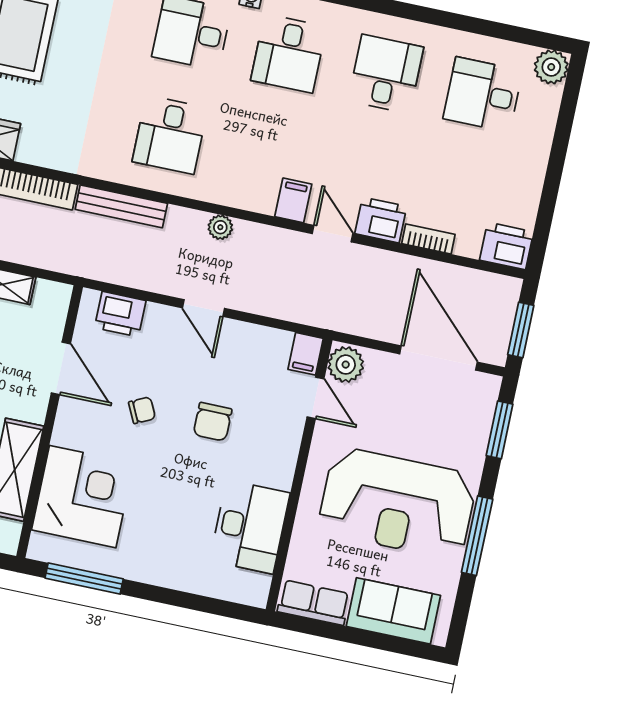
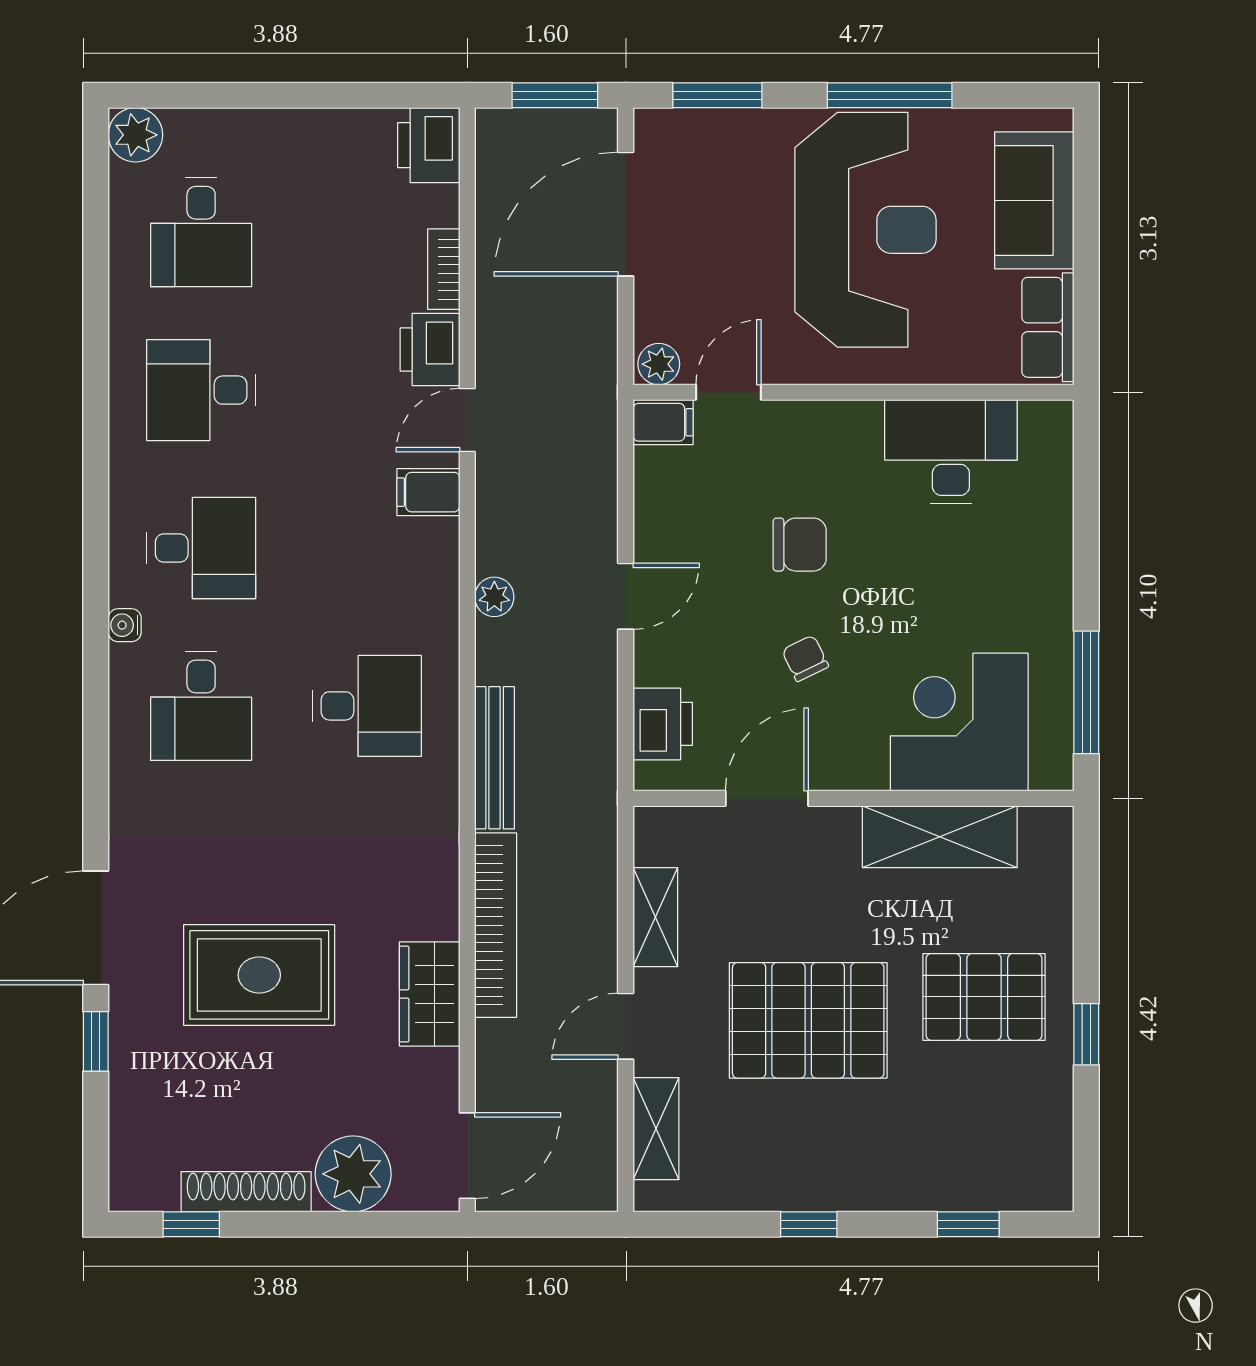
plant: (346, 365) -> (659, 364), width x0.73, depth x0.73

